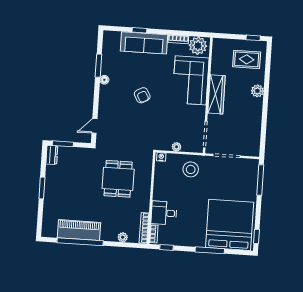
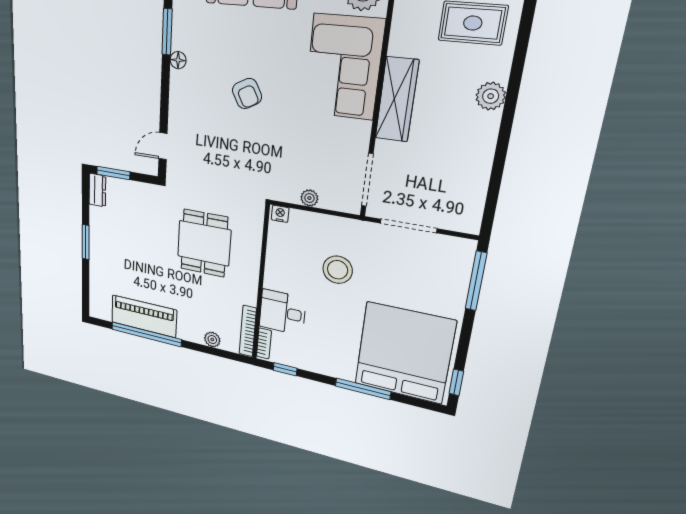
stool: (191, 169) -> (338, 270), moved

